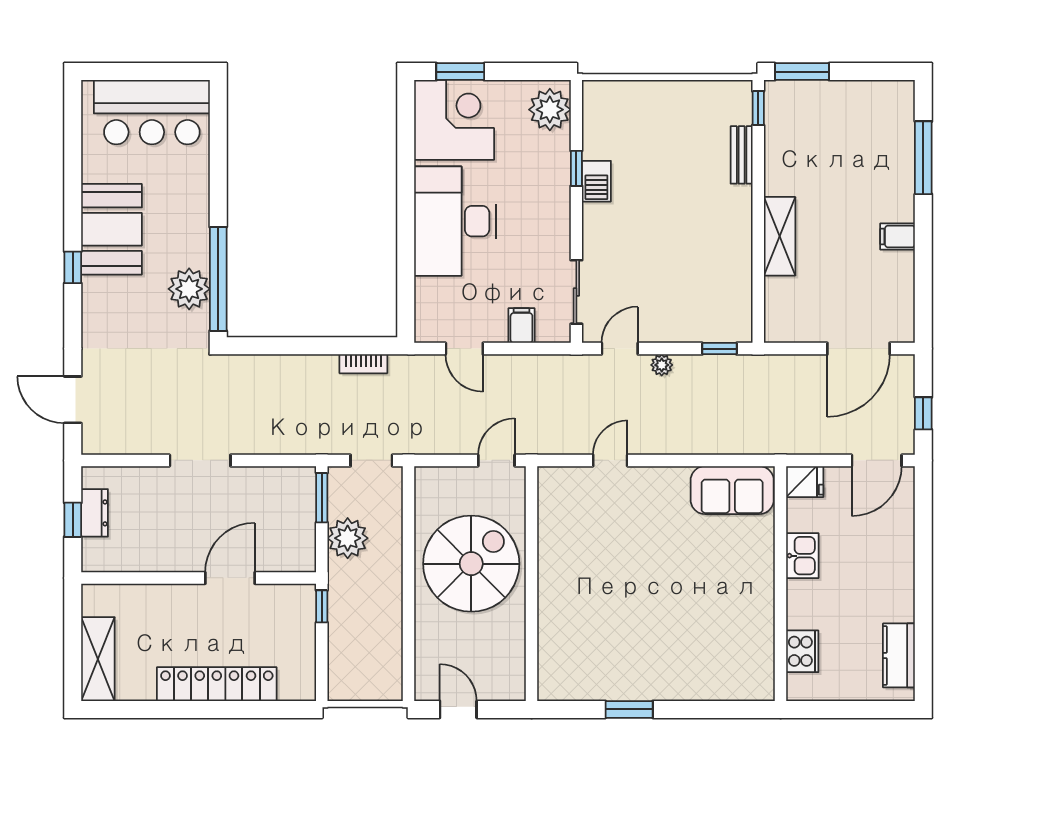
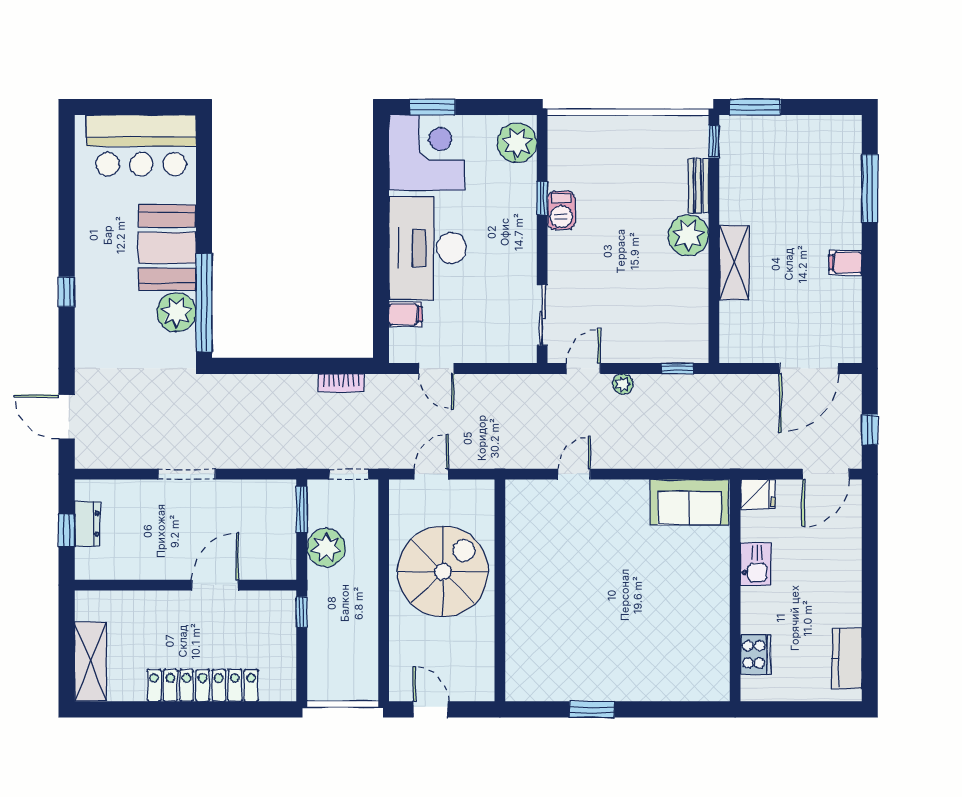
plant: (731, 208) -> (688, 235), added
booth: (112, 229) -> (167, 248), moved
filing cabinet: (521, 326) -> (405, 314), moved, turned 90
door: (496, 460) -> (431, 474), moved

